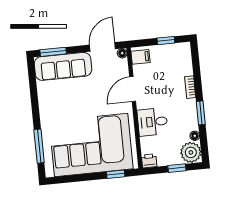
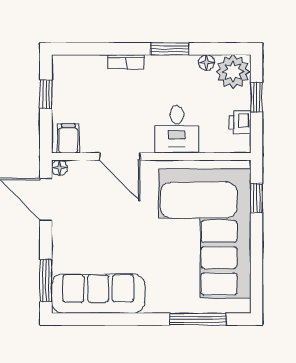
sofa: (63, 66) -> (98, 294), moved, turned -90
printer: (149, 161) -> (240, 123), moved

